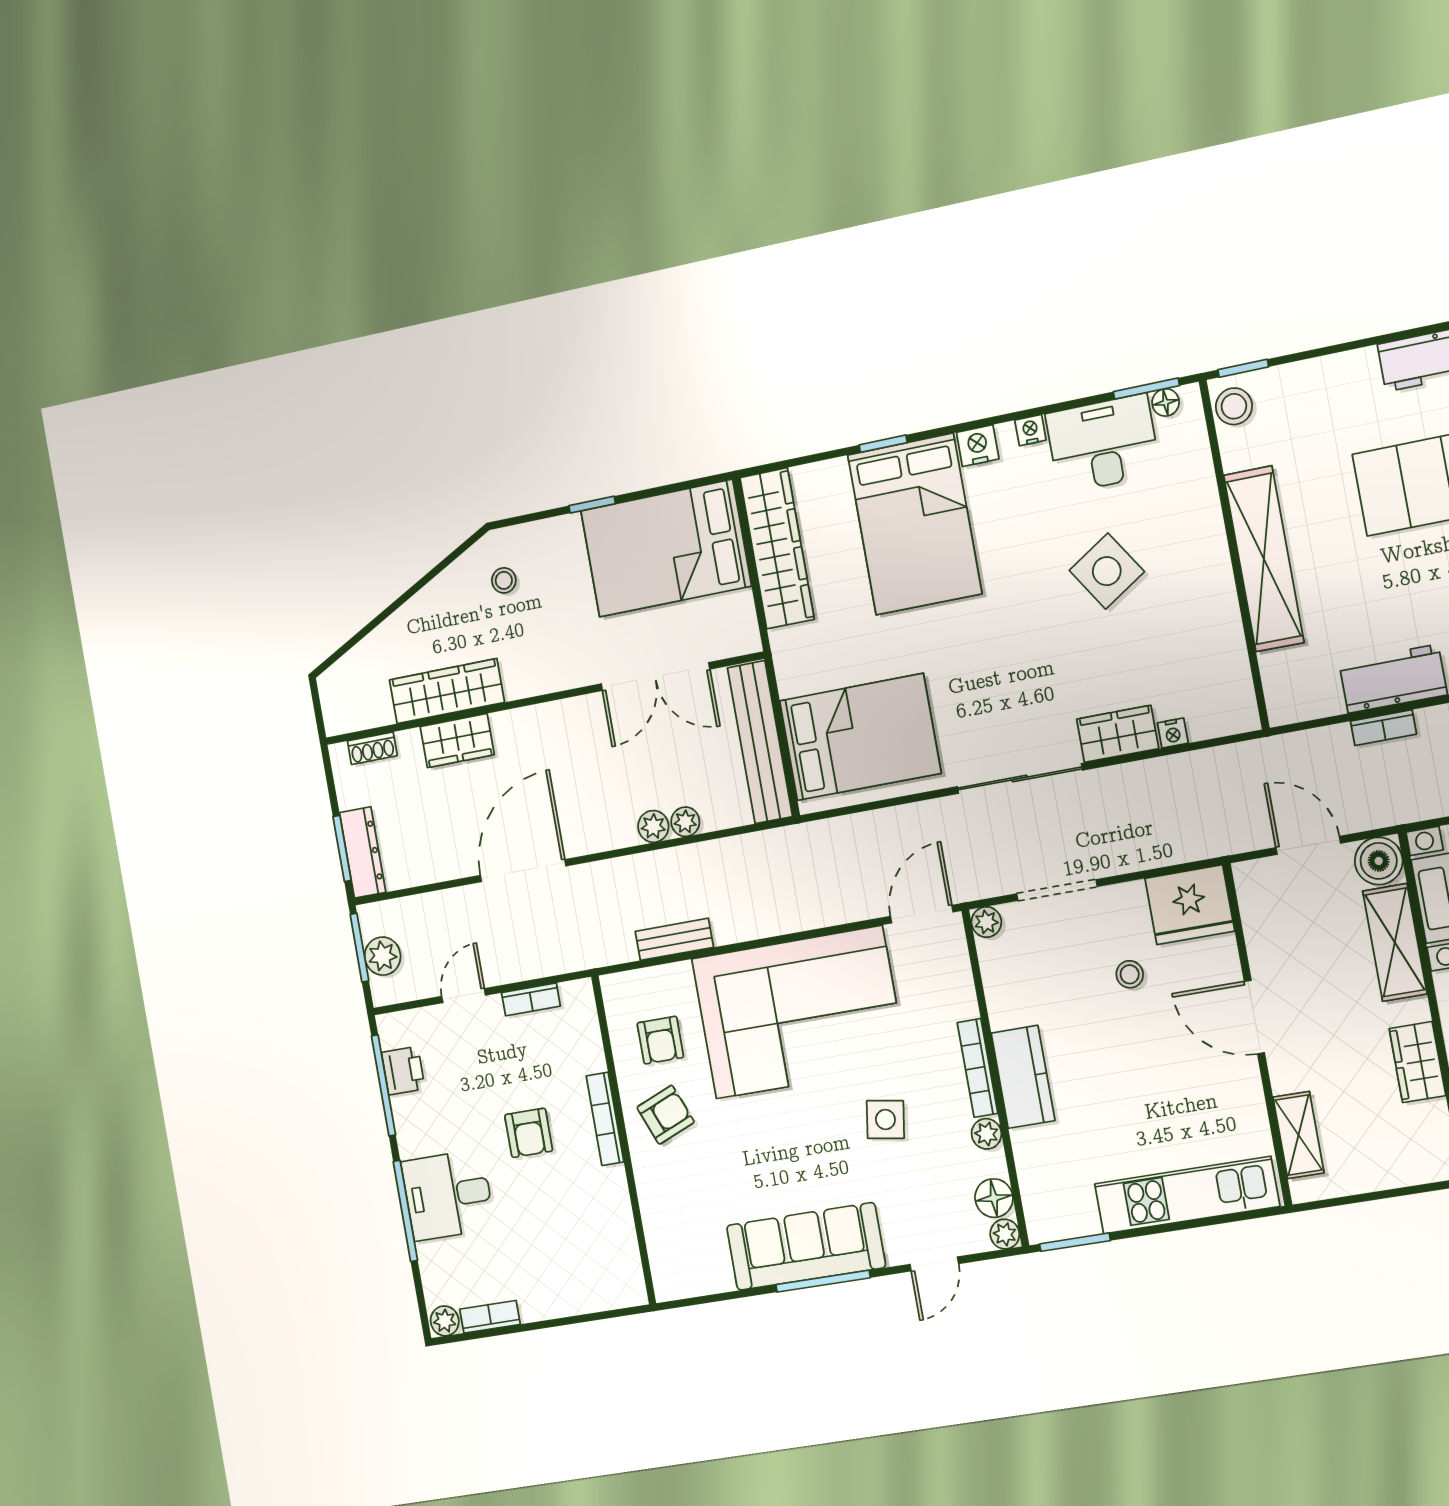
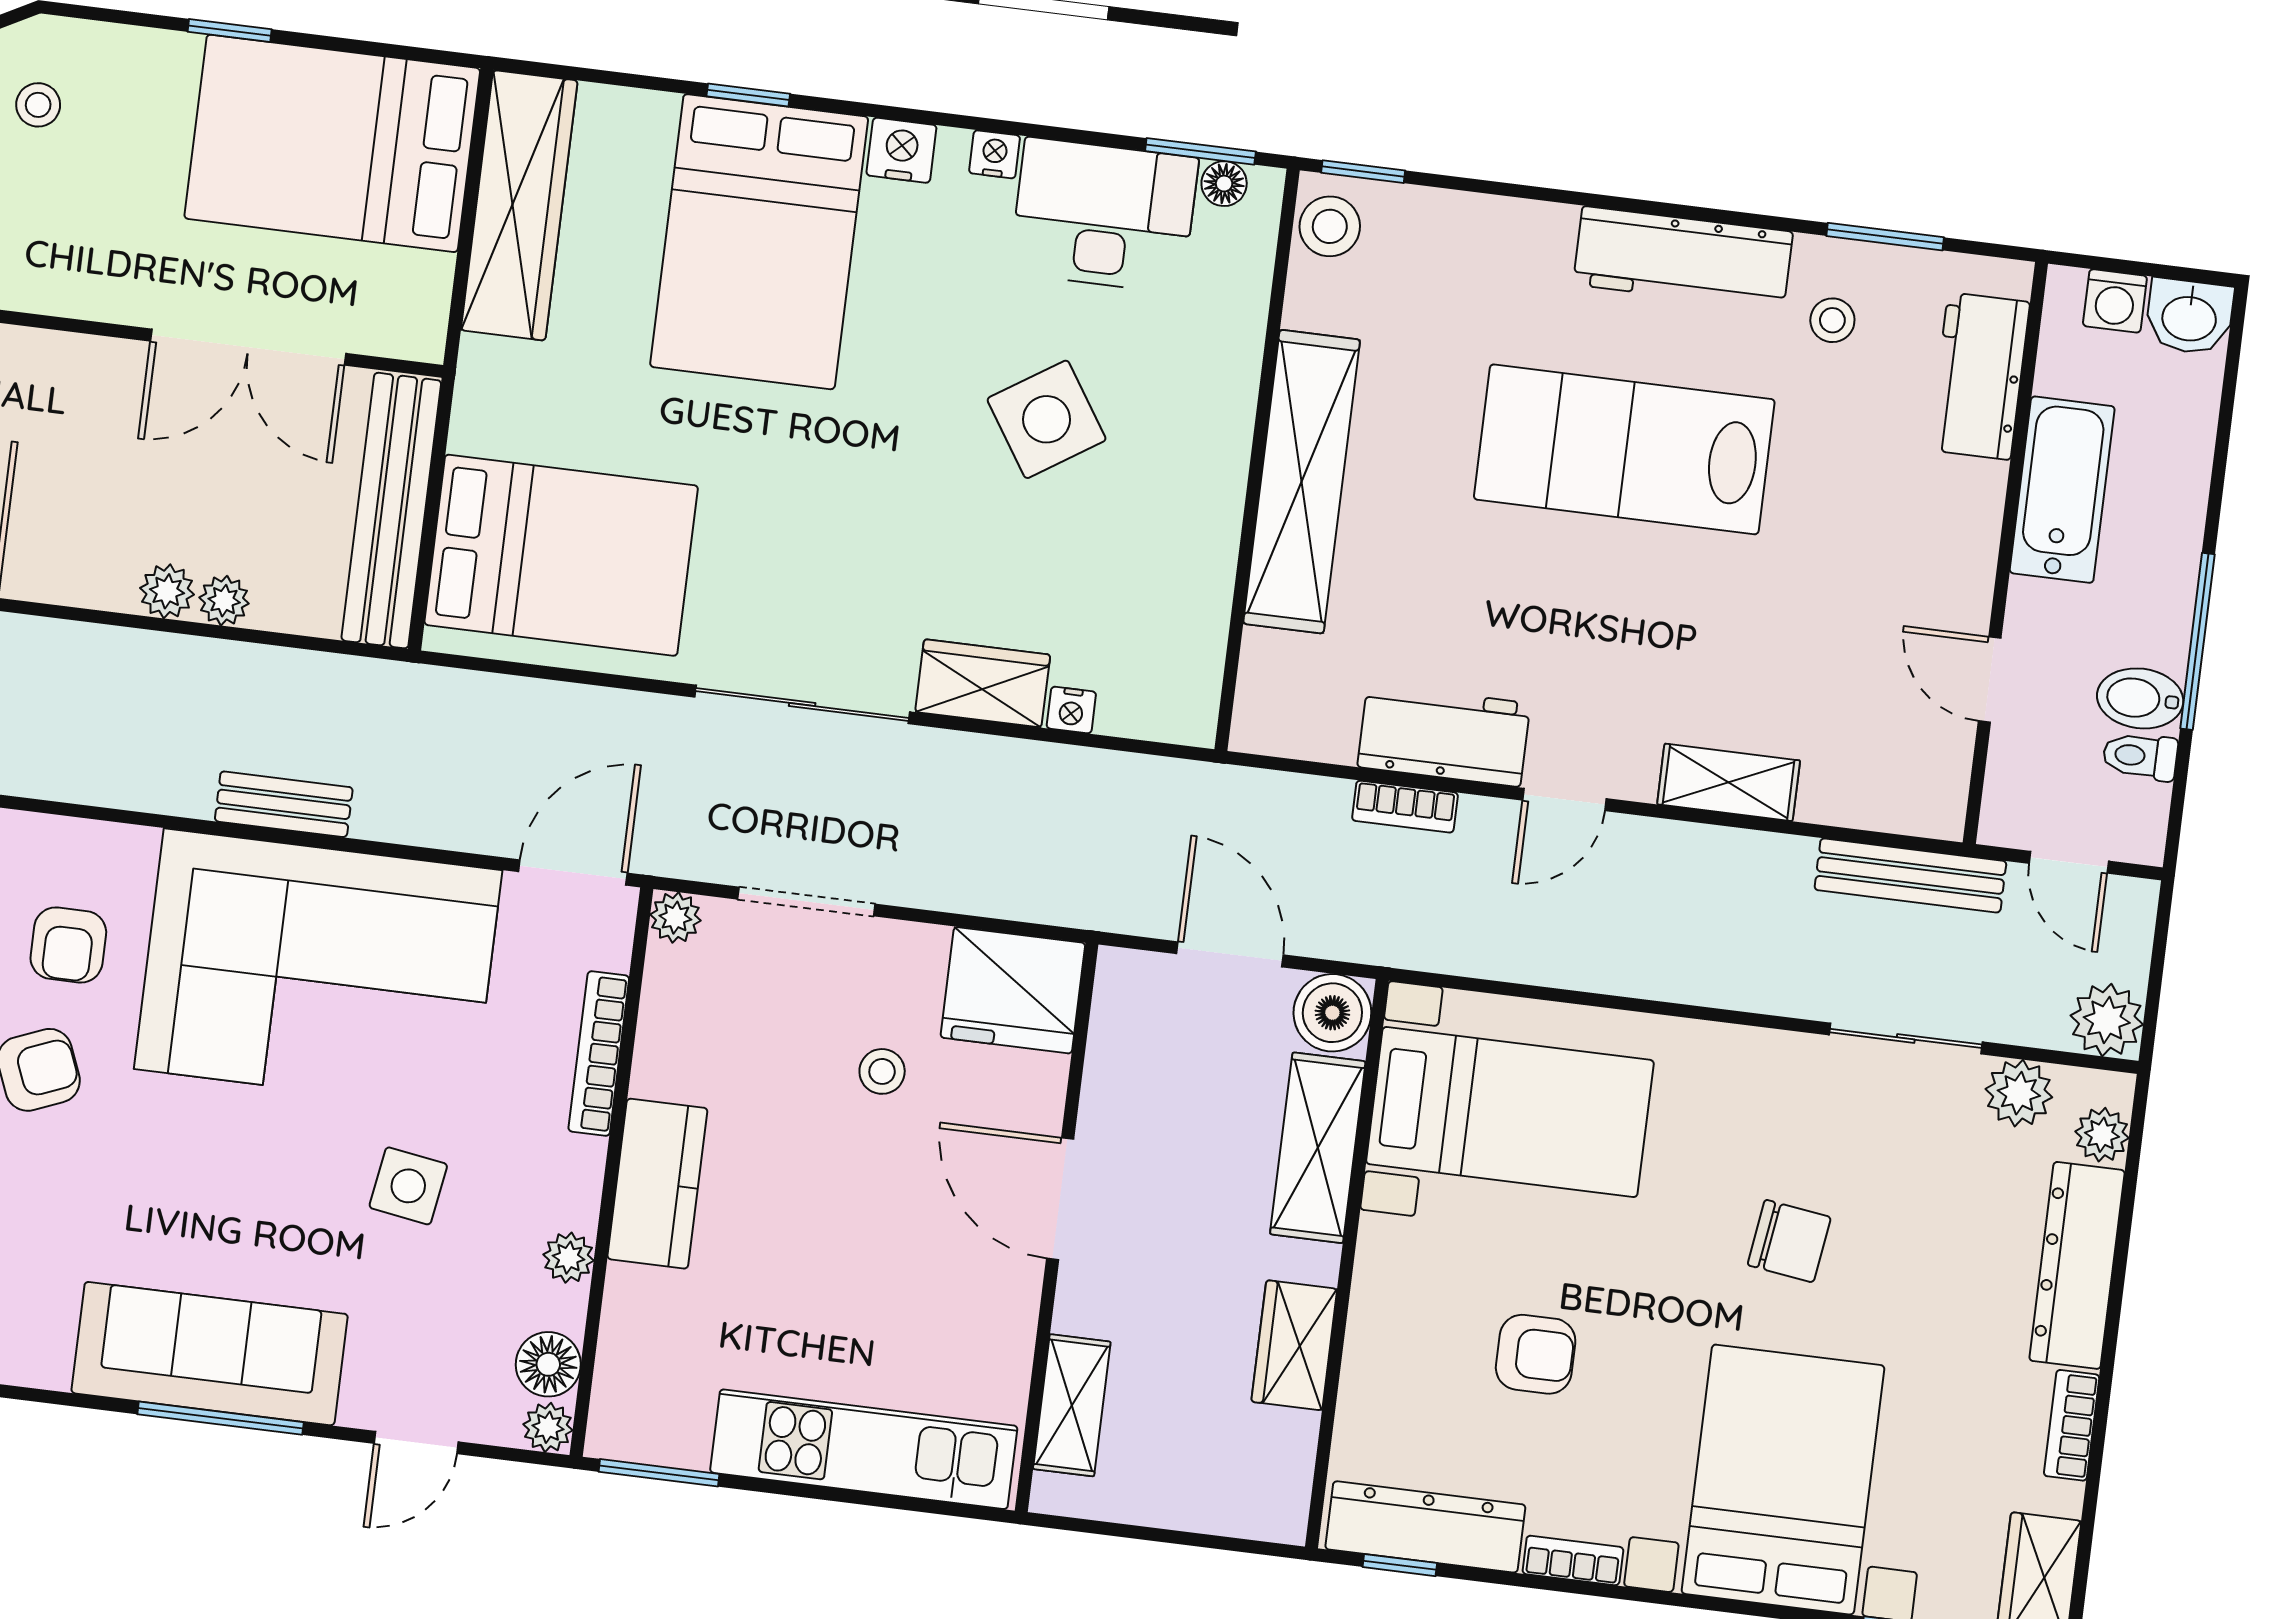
bench: (674, 939) -> (284, 804), moved
bookcase: (977, 1068) -> (599, 1054), moved

